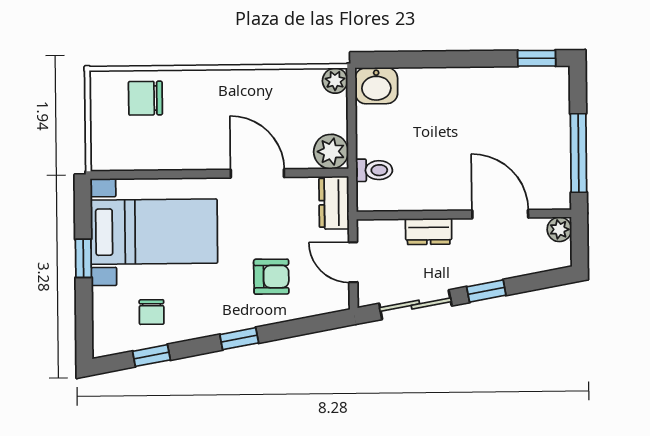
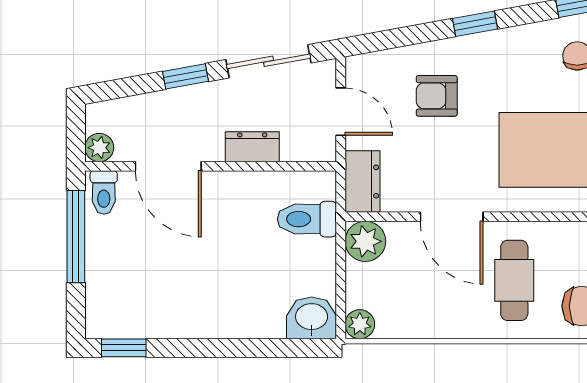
cafe table: (203, 120) -> (514, 280), added
toilet: (374, 170) -> (307, 219), width x1.37, depth x1.39
toilet: (555, 191) -> (104, 193), added

